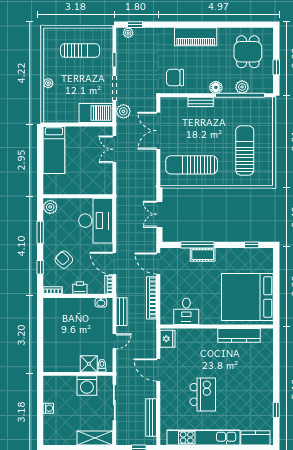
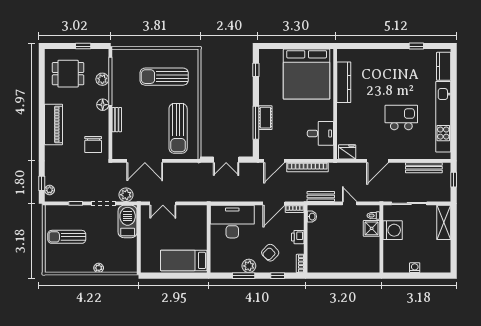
sun lounger: (80, 50) -> (67, 237), turned -90
bed: (54, 150) -> (184, 260), moved, turned 180
plant: (50, 207) -> (249, 266), moved

